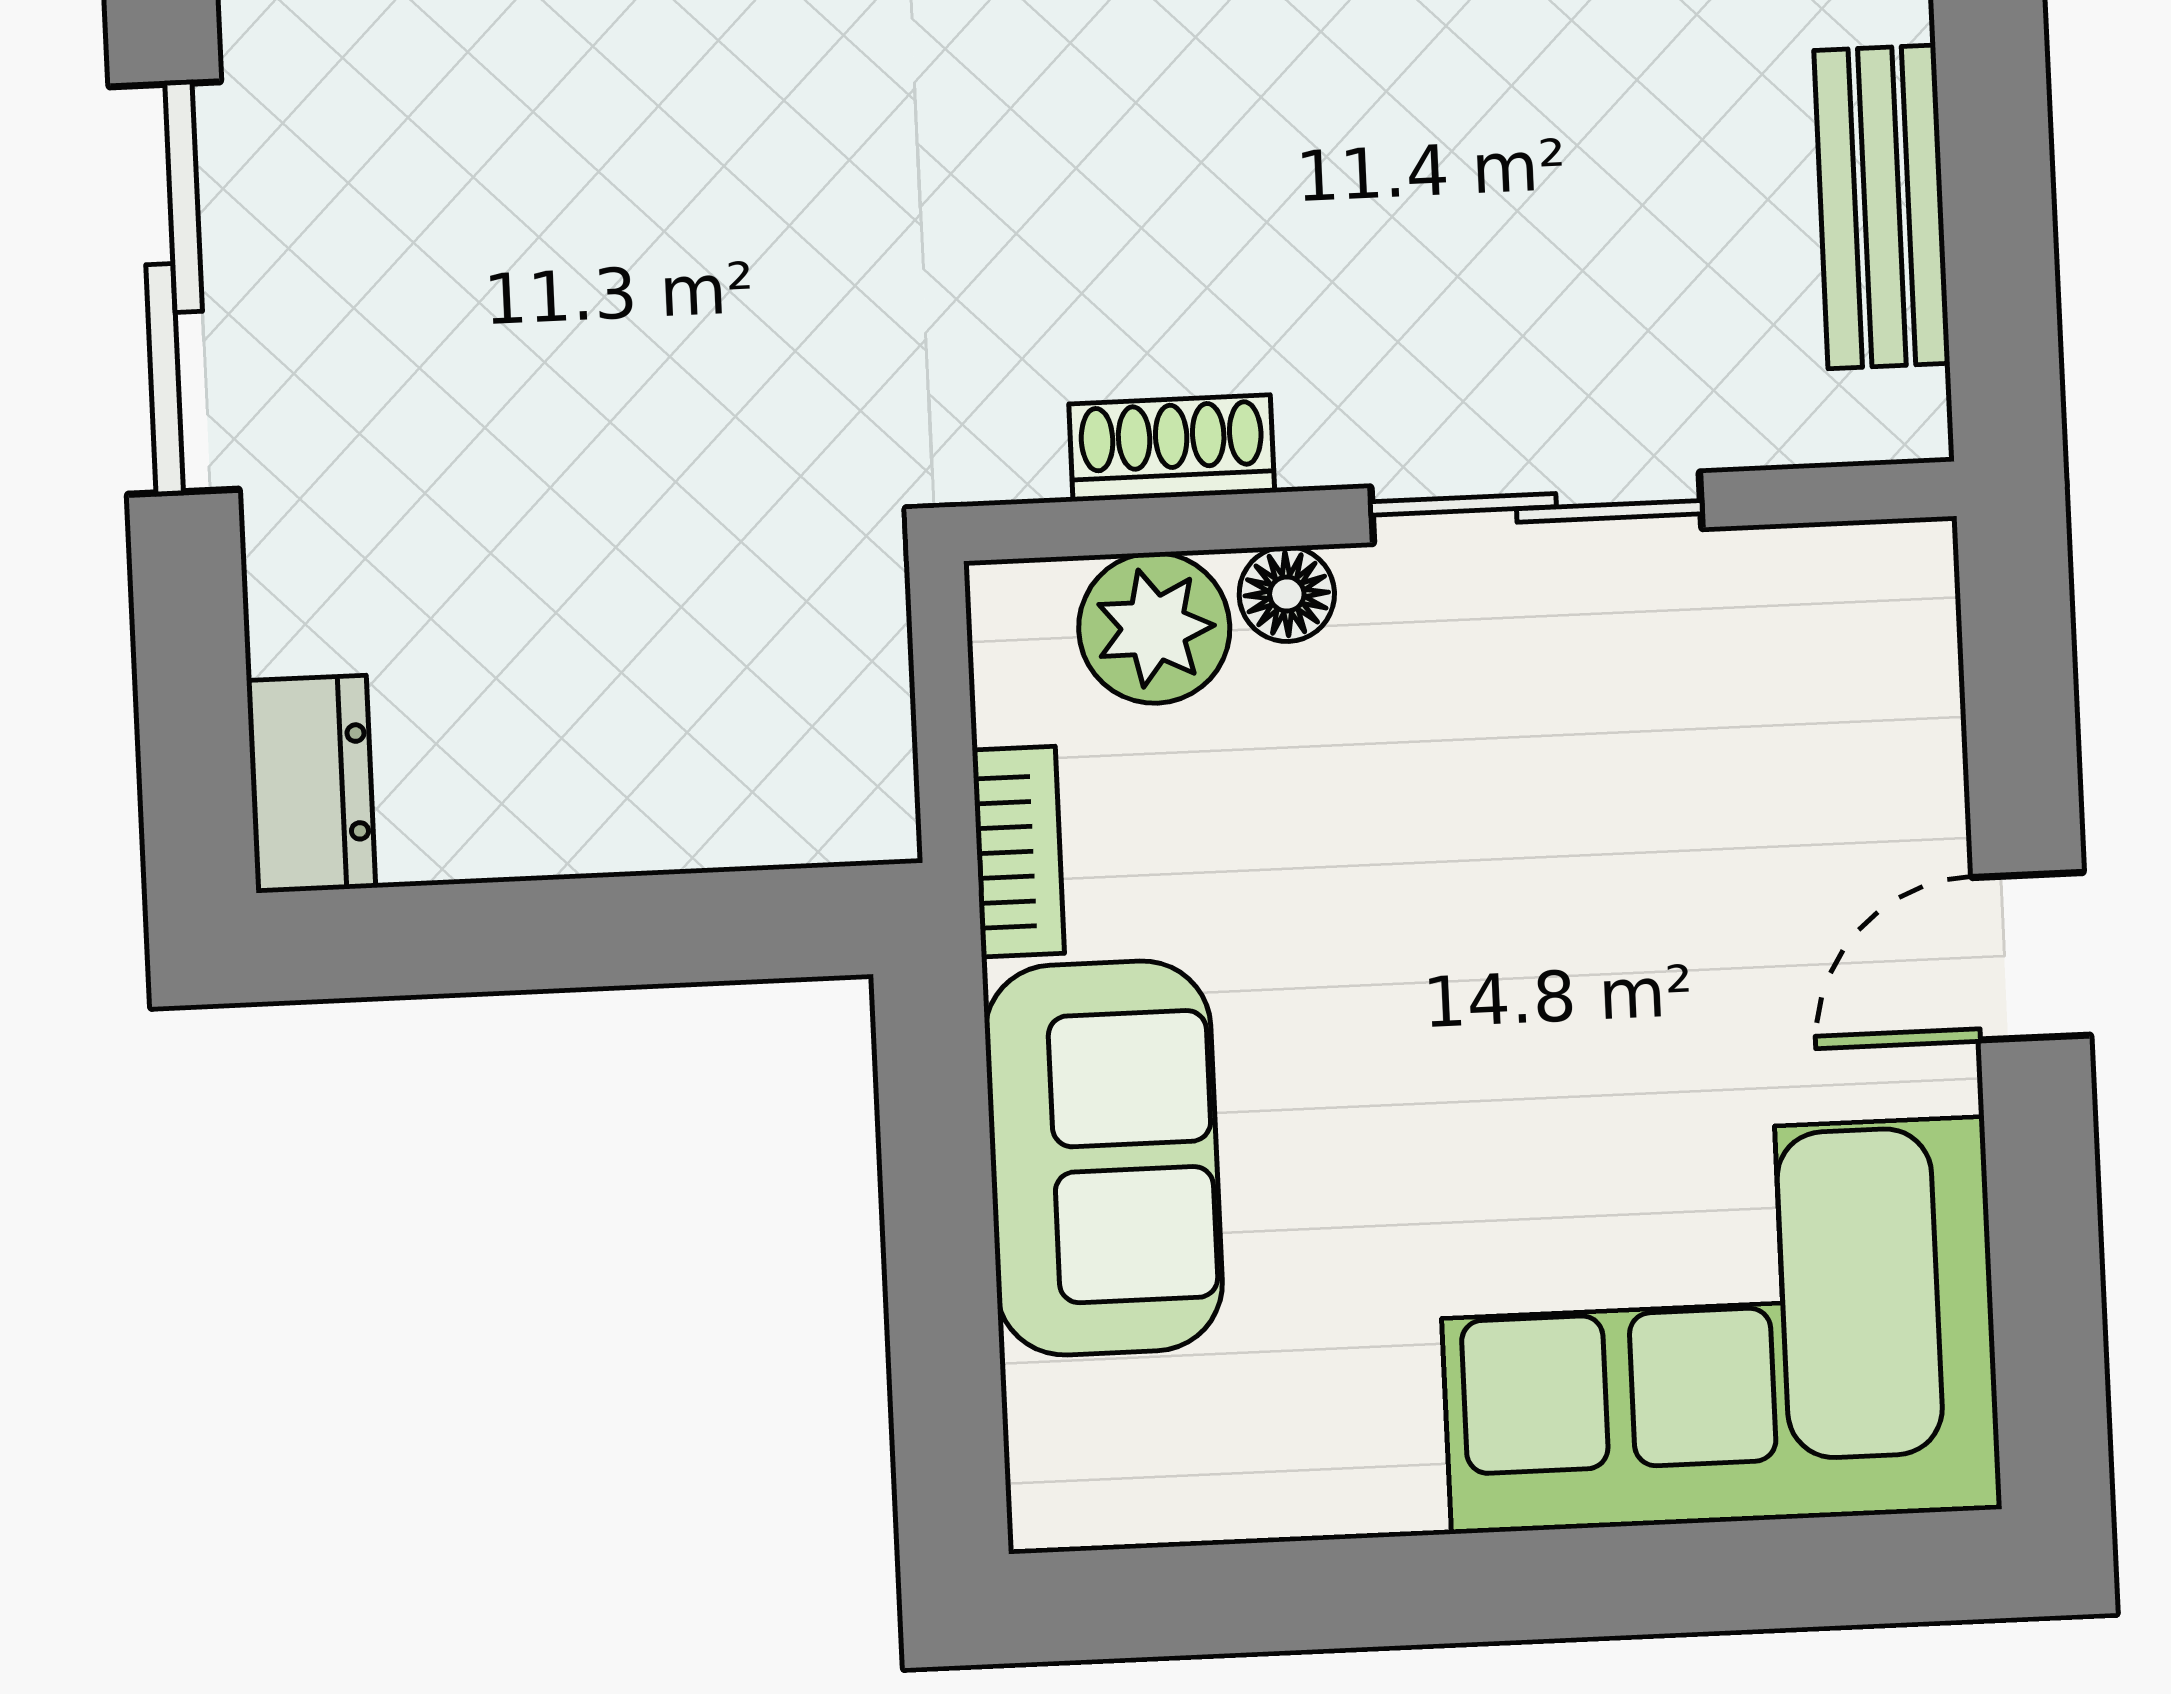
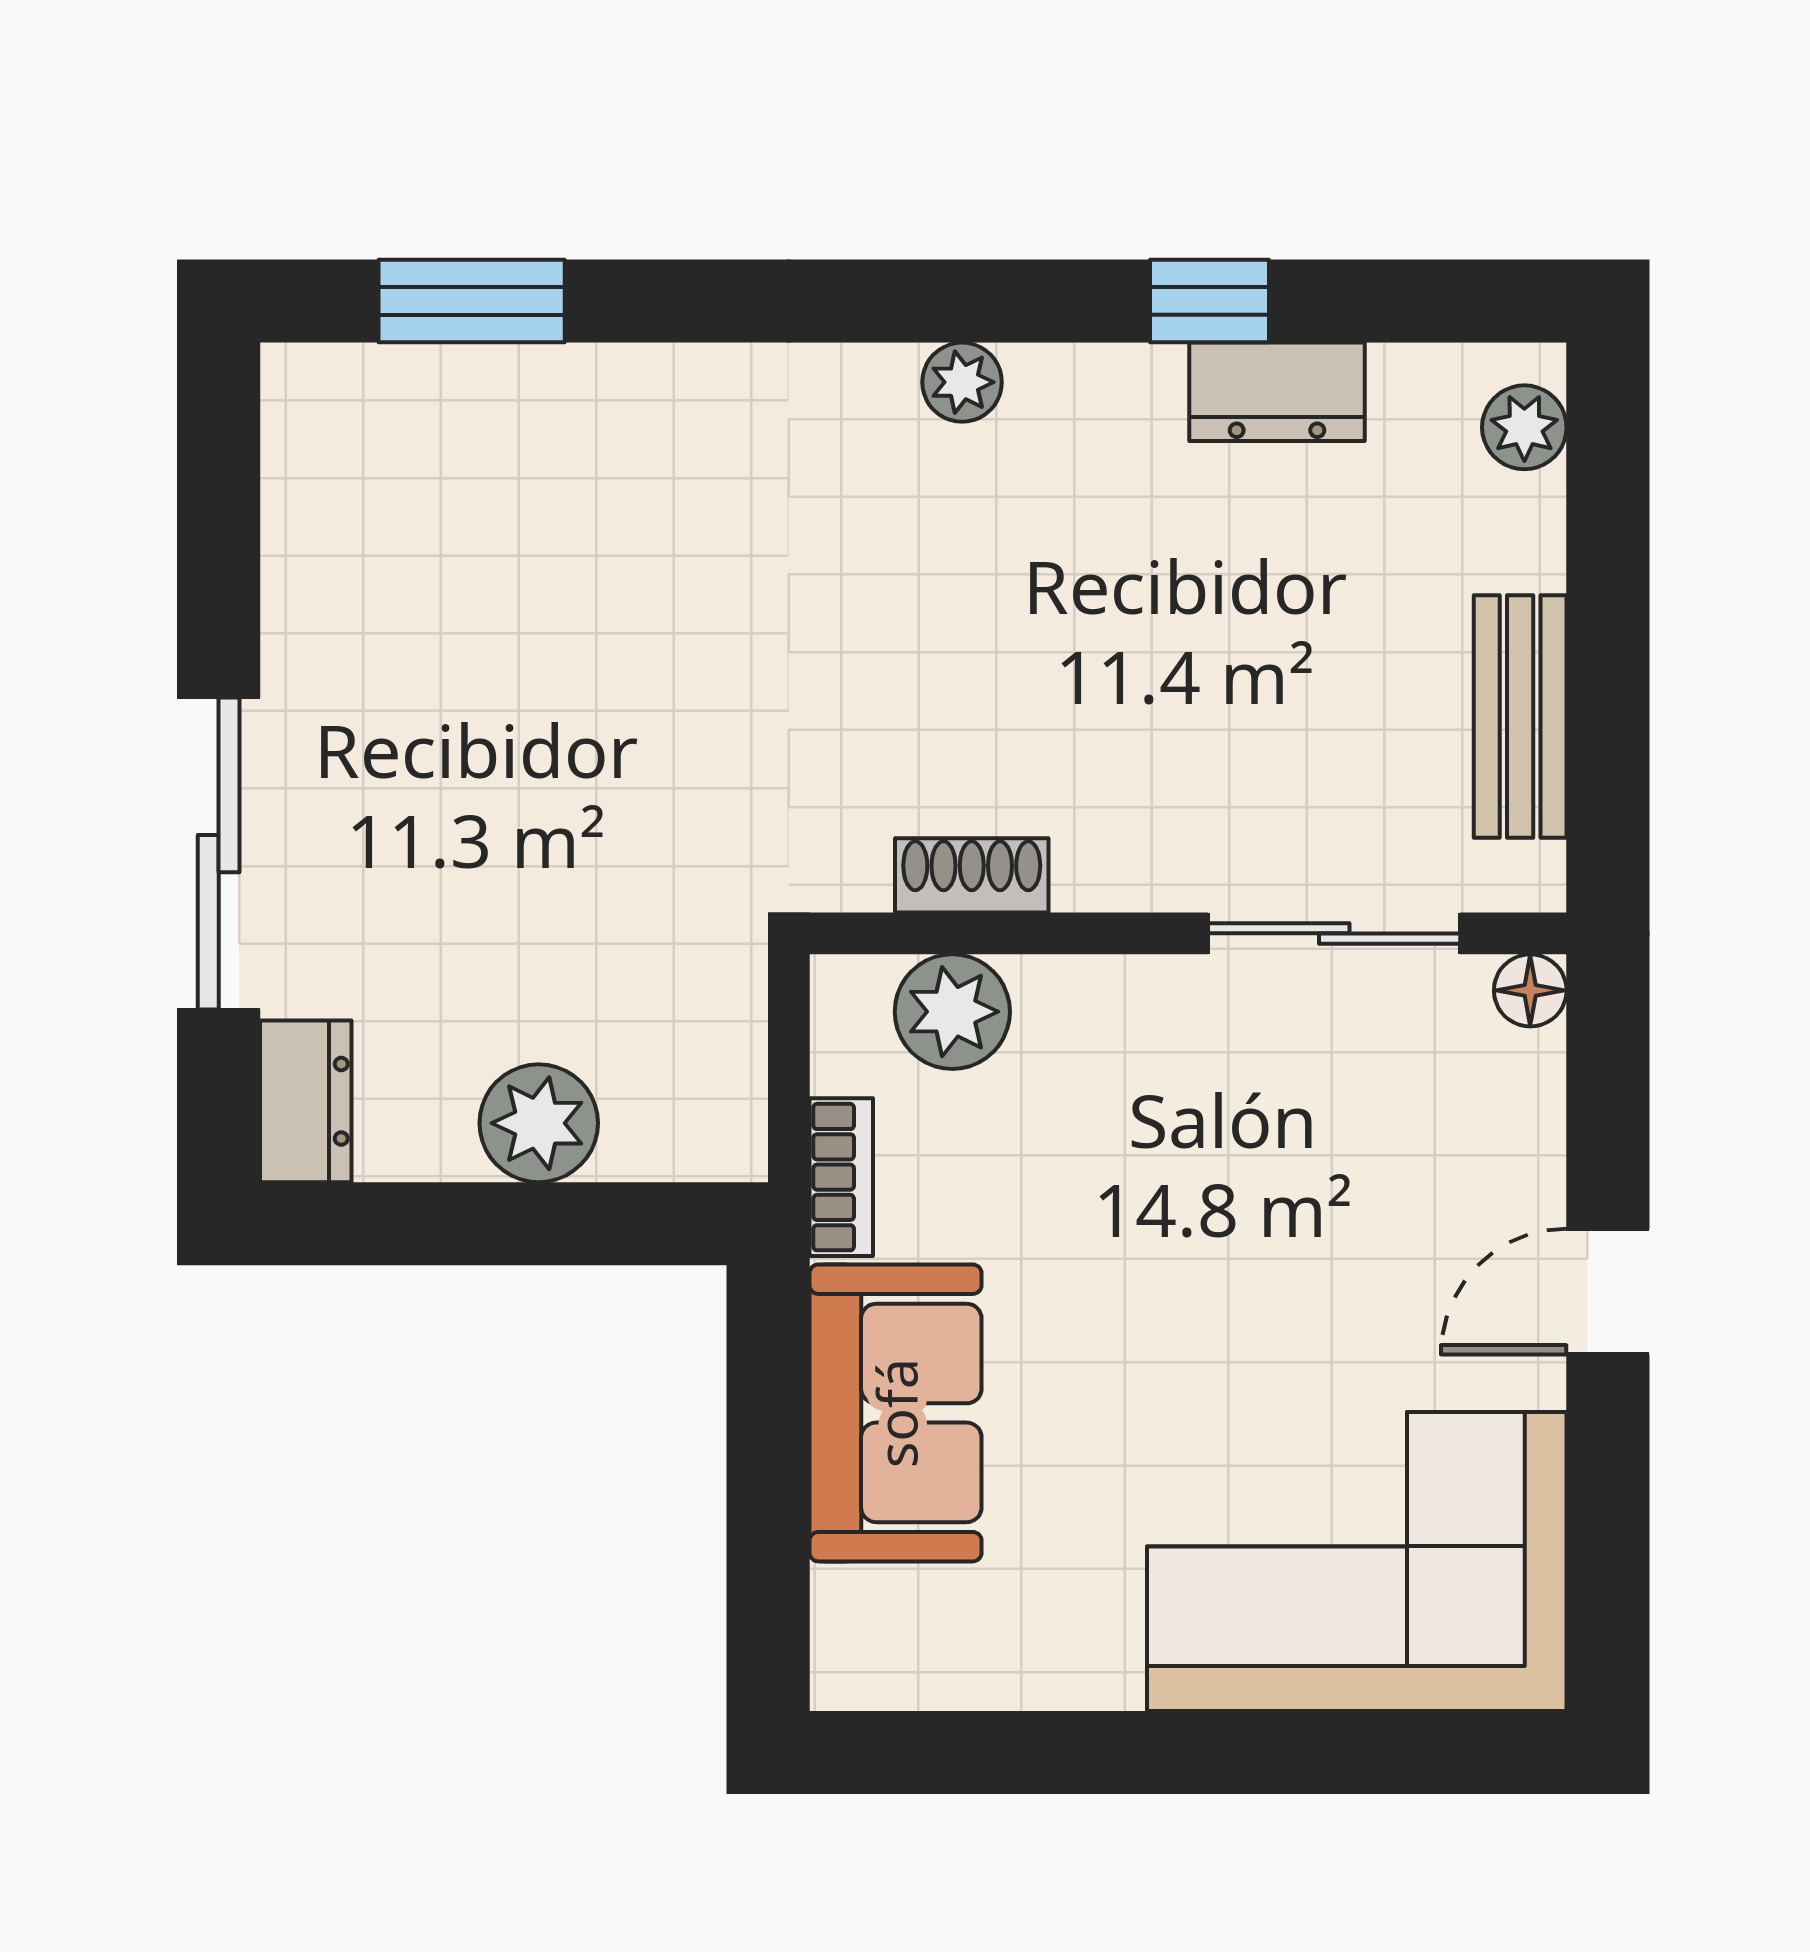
sliding door: (174, 288) -> (219, 854), moved
sliding door: (1536, 508) -> (1334, 933), moved
floor lamp: (1287, 594) -> (1530, 990), moved
plant: (618, 799) -> (539, 1123), added

